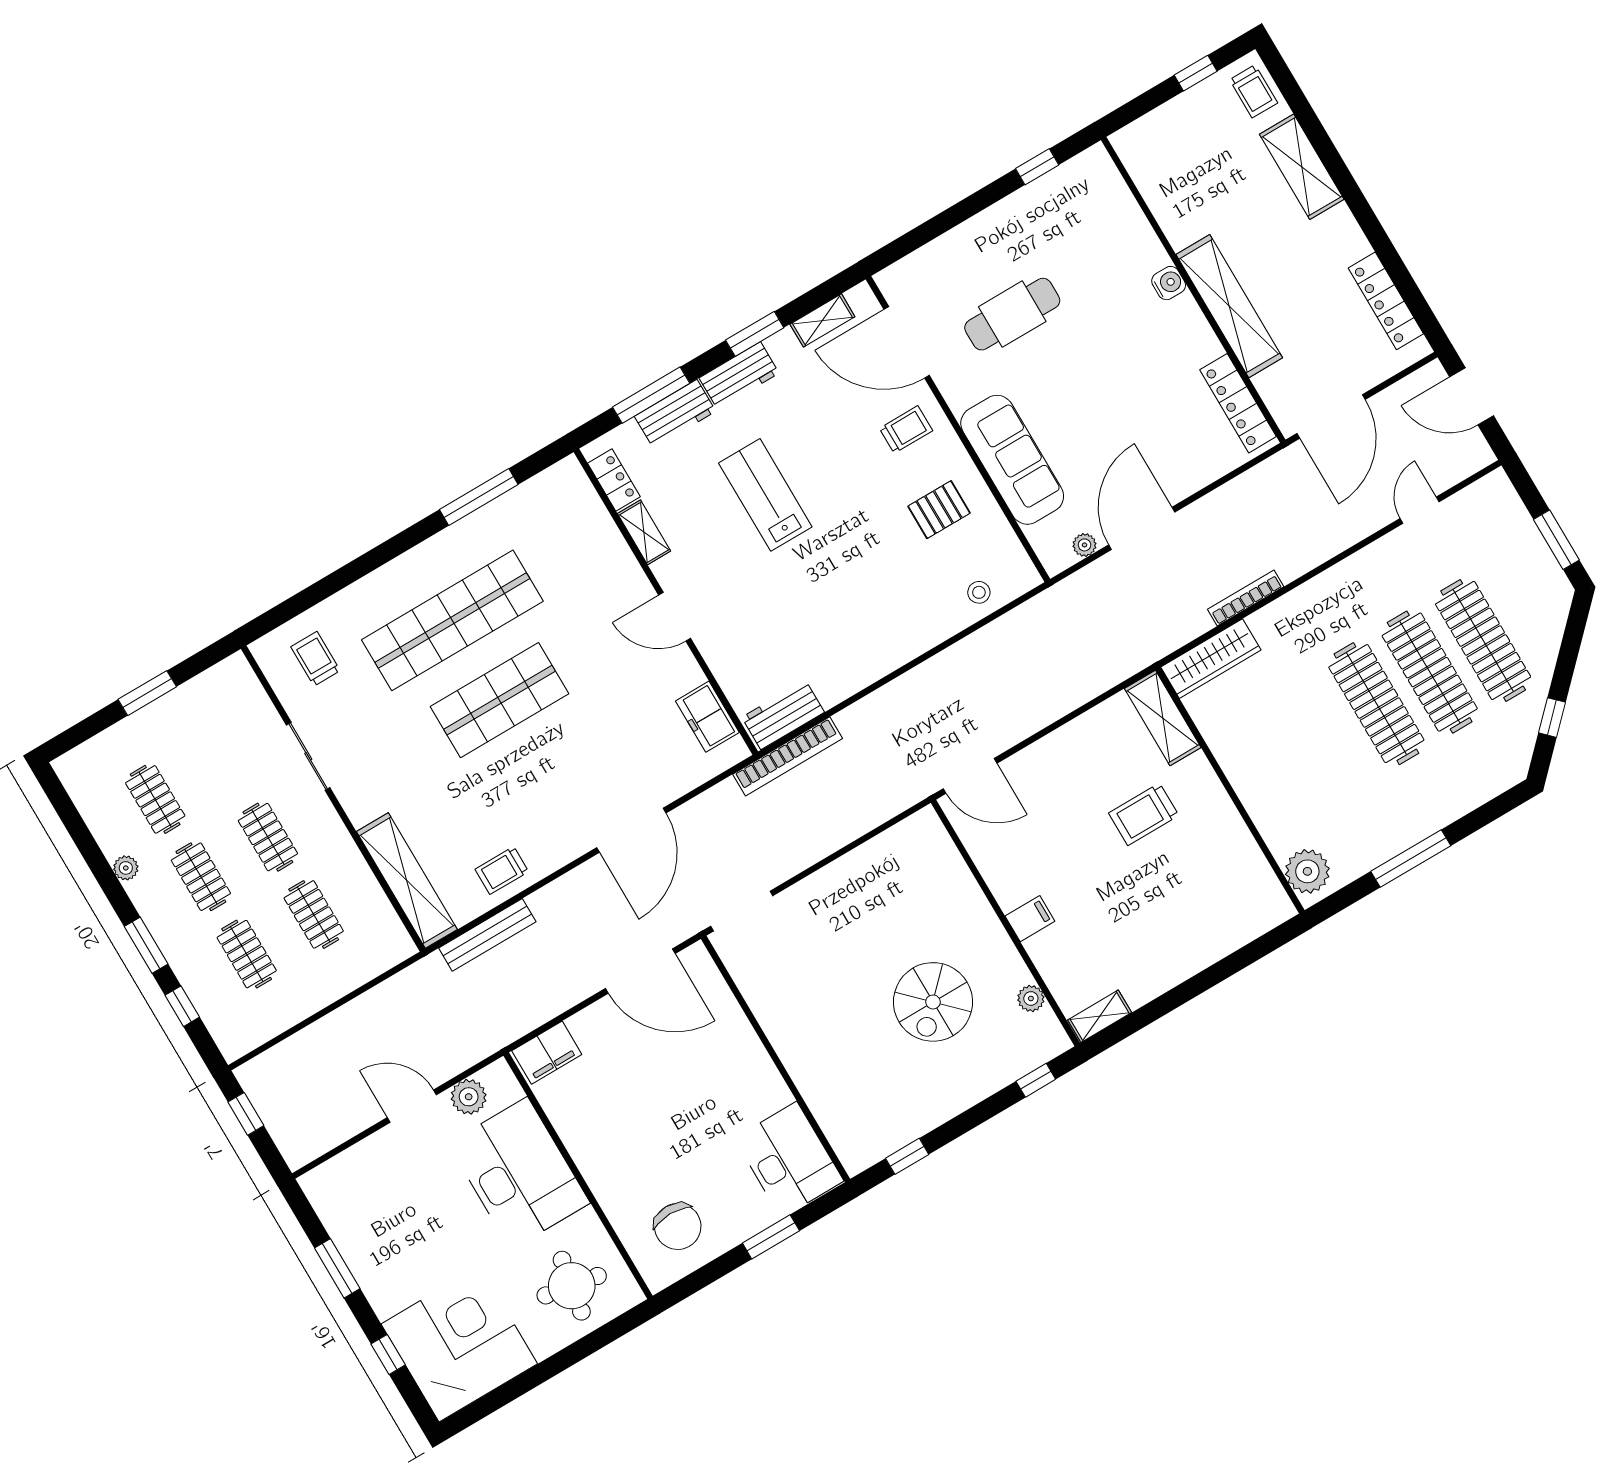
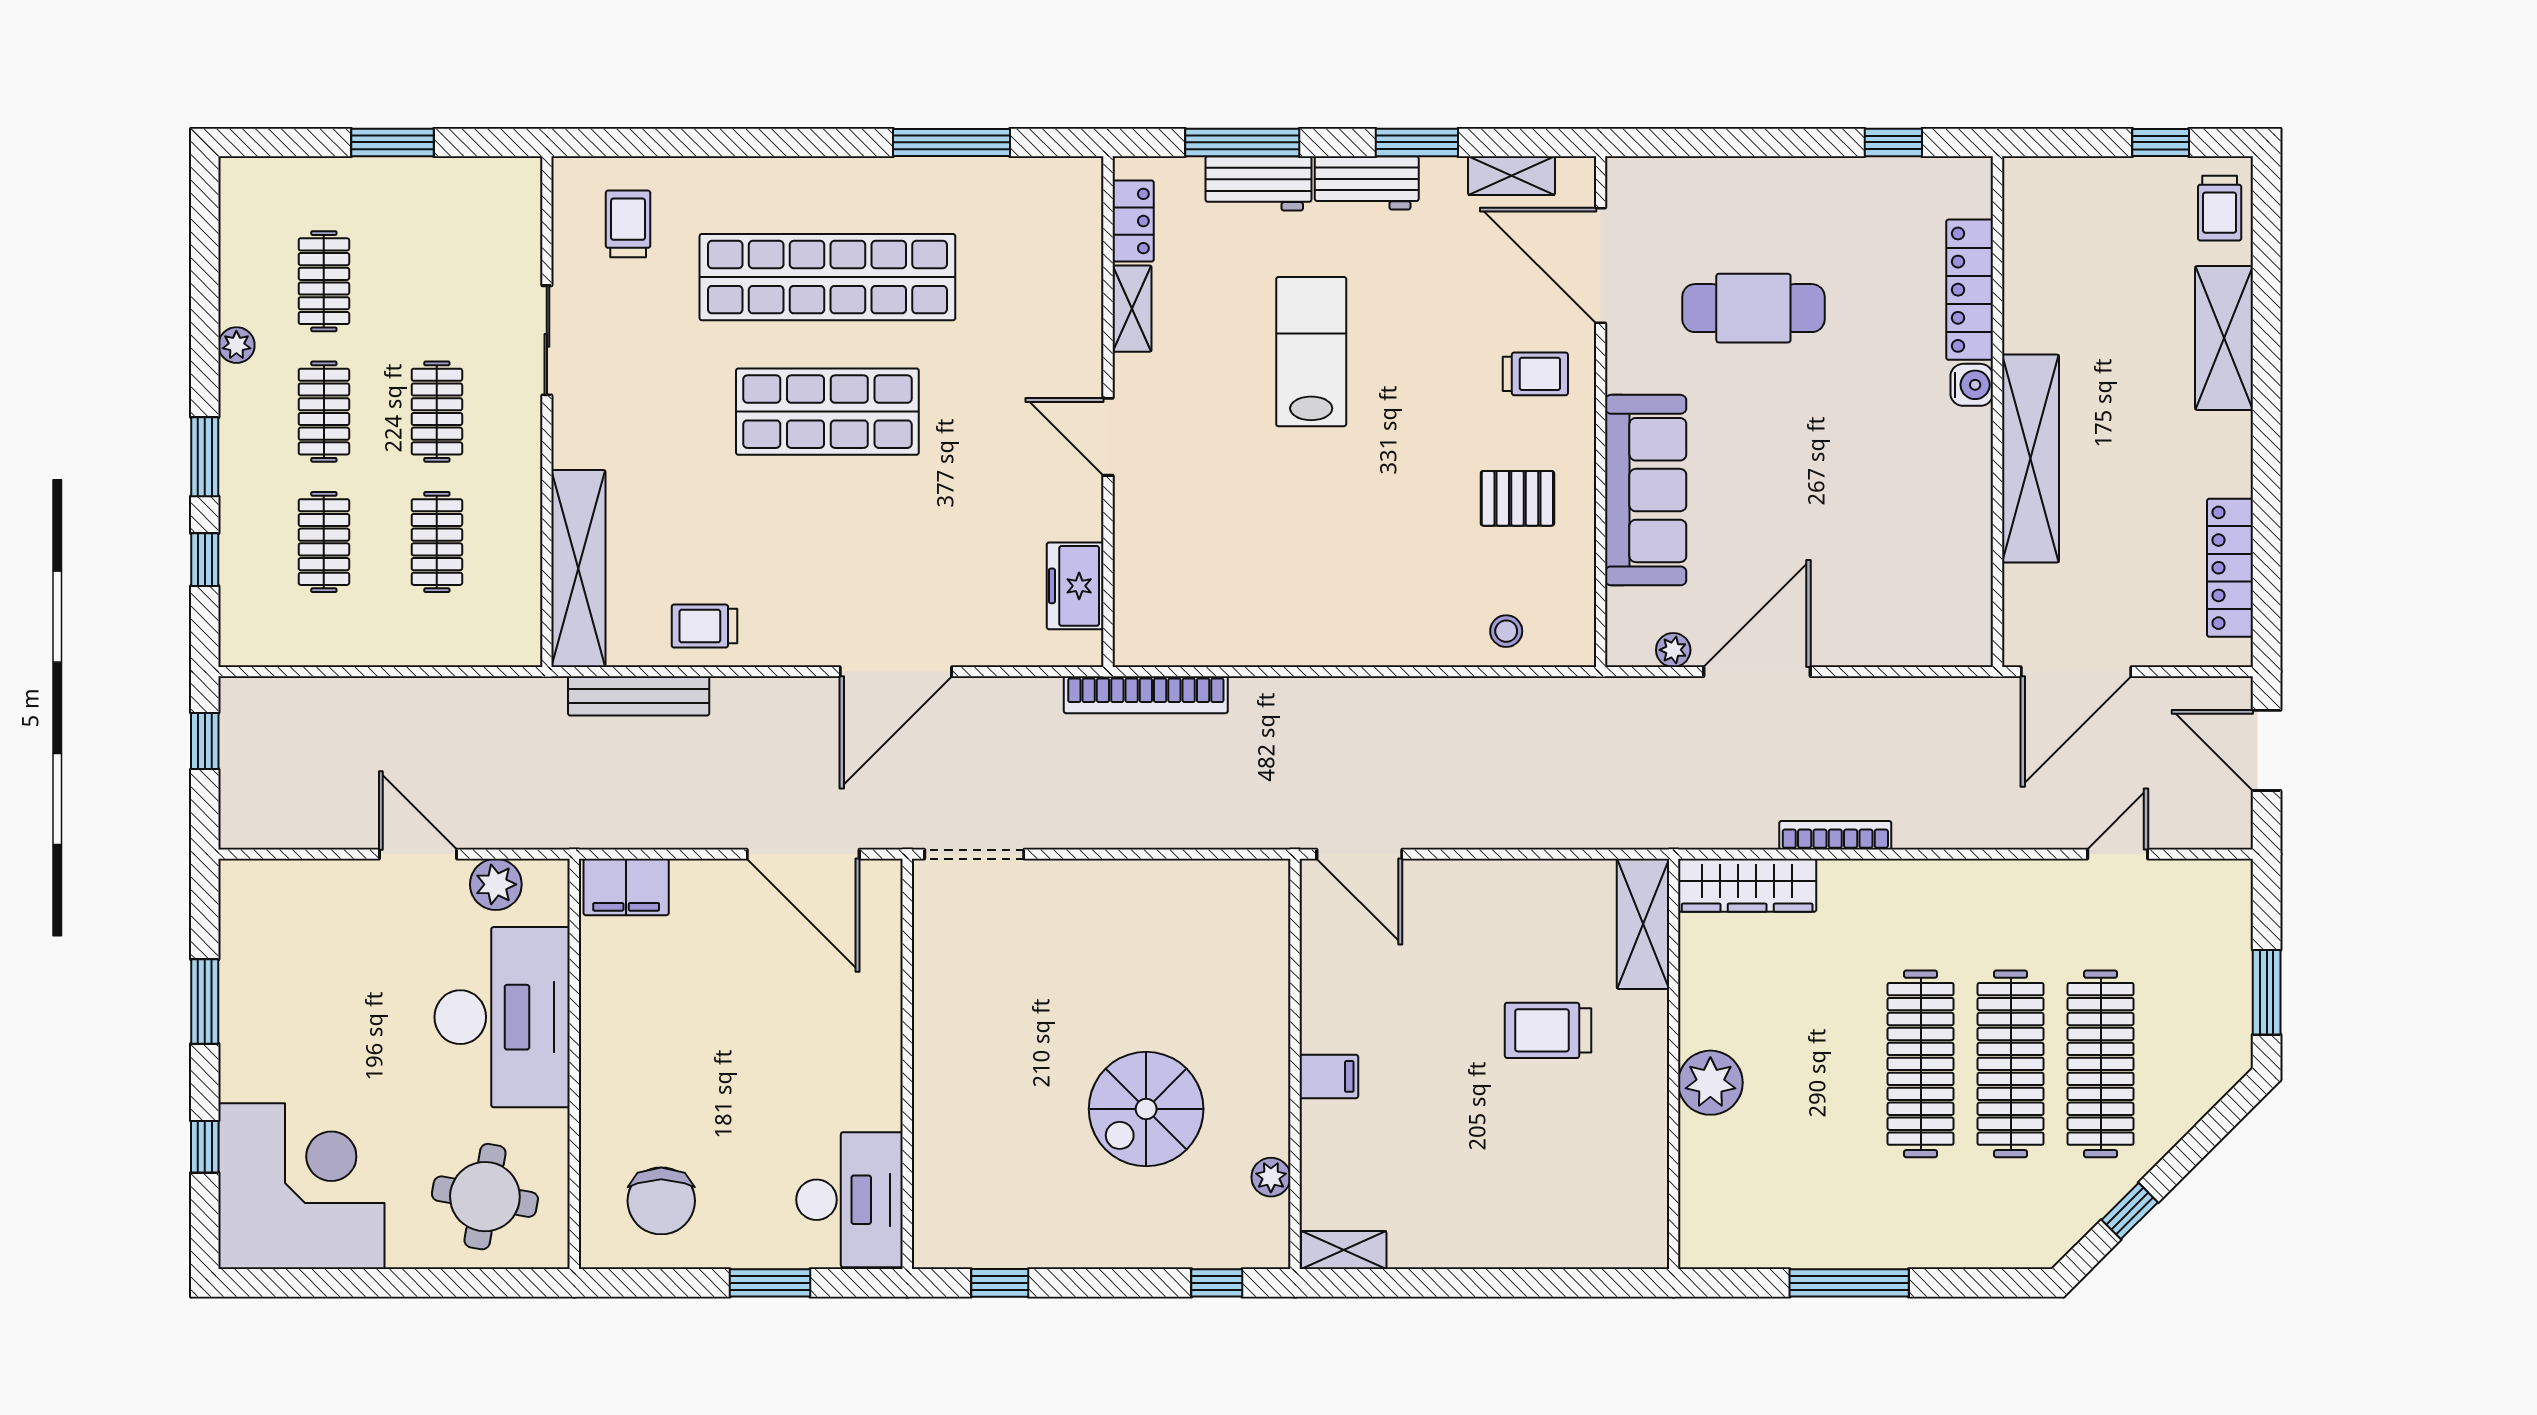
locker: (1238, 403) -> (1970, 290), moved
workbench: (783, 715) -> (1171, 639), removed
plant: (1307, 871) -> (1710, 1083), moved

